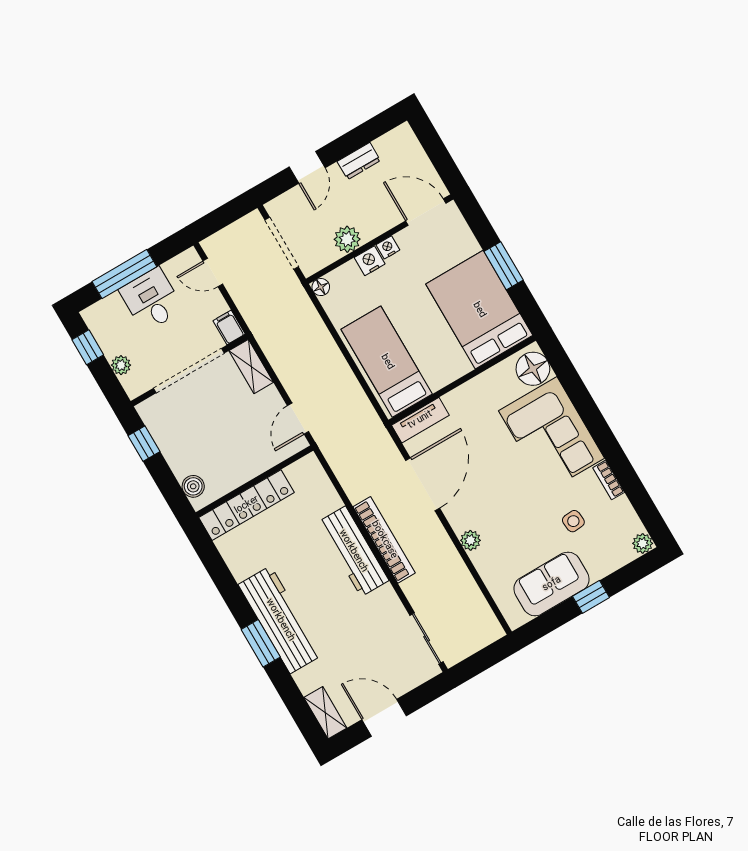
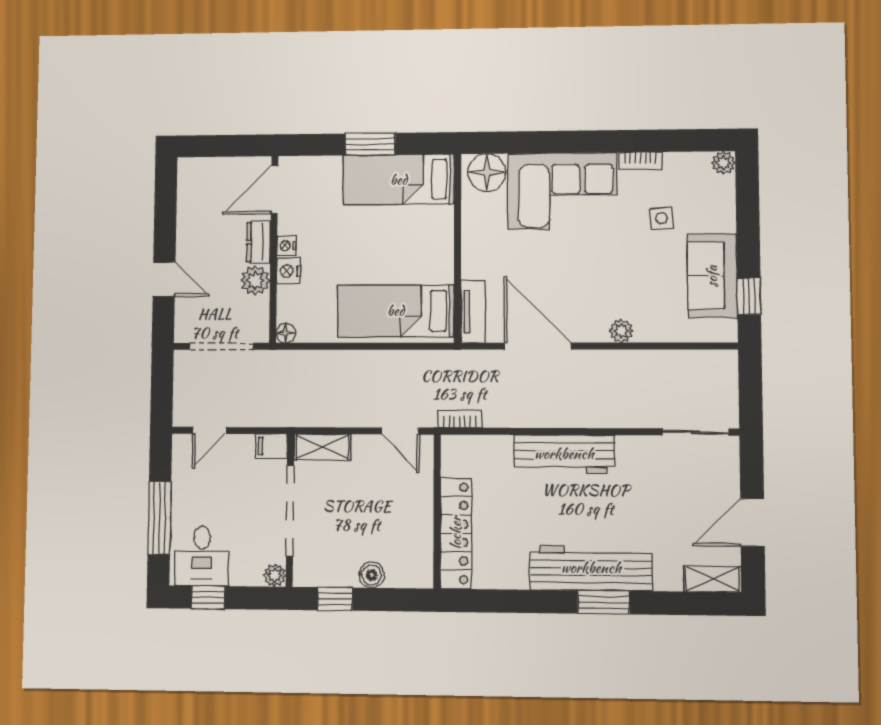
dresser: (359, 161) -> (259, 242), moved, turned 180
desk: (151, 300) -> (202, 556), moved, turned -90
bed: (479, 310) -> (399, 180), width x0.67
plant: (121, 365) -> (275, 575), moved
boiler: (193, 486) -> (372, 575), moved
bookcase: (384, 540) -> (460, 419), moved, width x0.43, depth x0.76
window: (591, 597) -> (749, 296), moved

